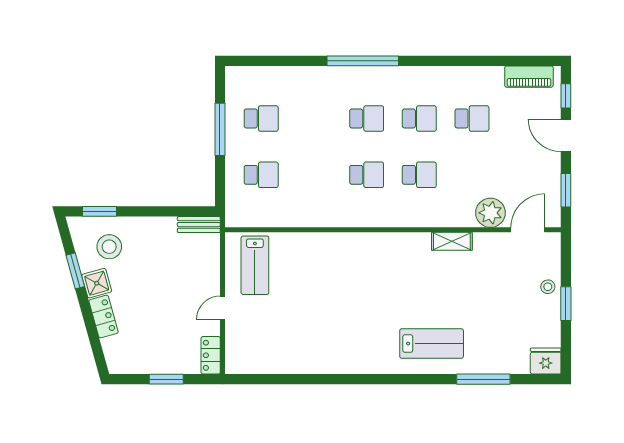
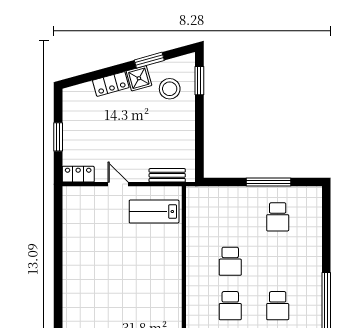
school desk: (261, 175) -> (230, 261), moved
bench: (199, 225) -> (167, 175), moved, turned 90

